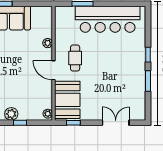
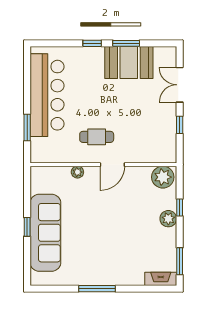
booth: (67, 100) -> (129, 62), moved
plant: (48, 114) -> (163, 177), width x1.87, depth x1.87
window: (73, 123) -> (180, 125), moved

